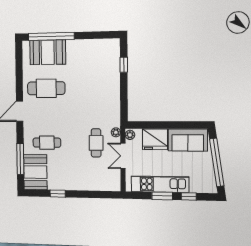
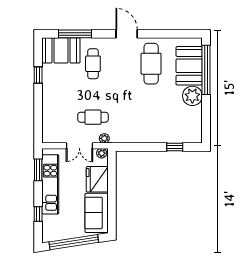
plant: (75, 49) -> (192, 96), added
double door: (123, 156) -> (79, 146), swing flipped
window: (162, 196) -> (38, 170), moved

